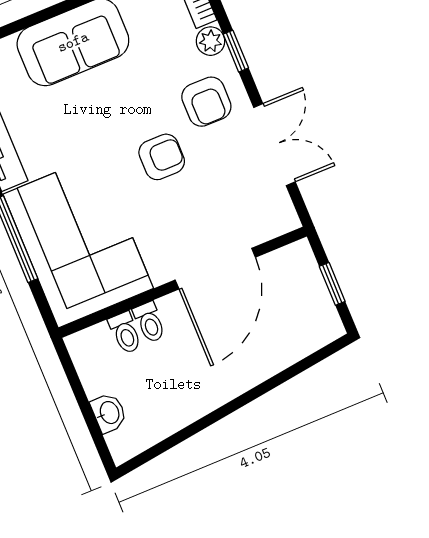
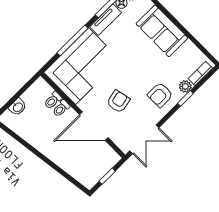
double door: (275, 145) -> (144, 139), moved
armchair: (162, 157) -> (118, 101), moved, turned -102

